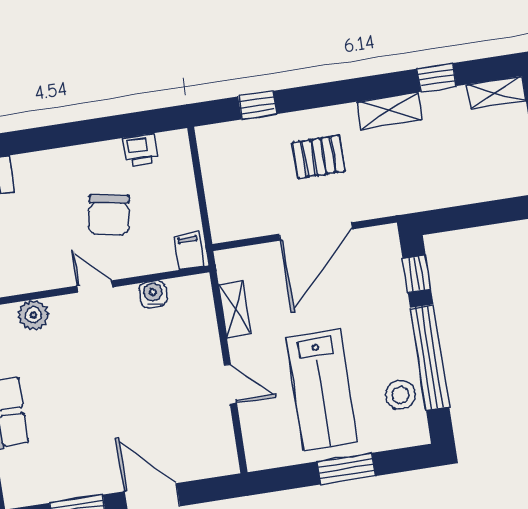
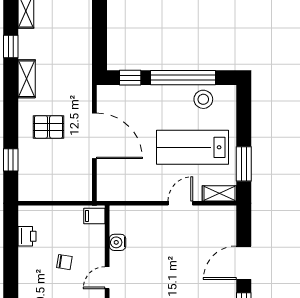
pallet: (319, 157) -> (49, 127), turned 90
chair: (109, 215) -> (64, 262), width x0.54, depth x0.54
shelving: (235, 309) -> (219, 193), moved
lab bench: (322, 390) -> (193, 147), turned 180
window: (346, 469) -> (244, 164), moved

